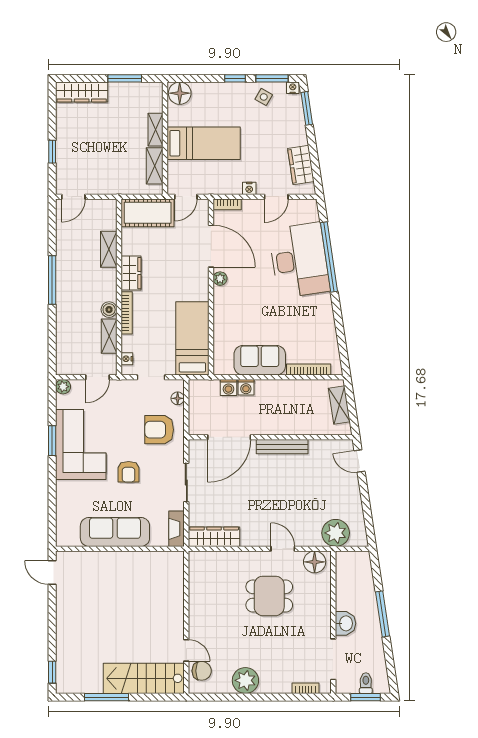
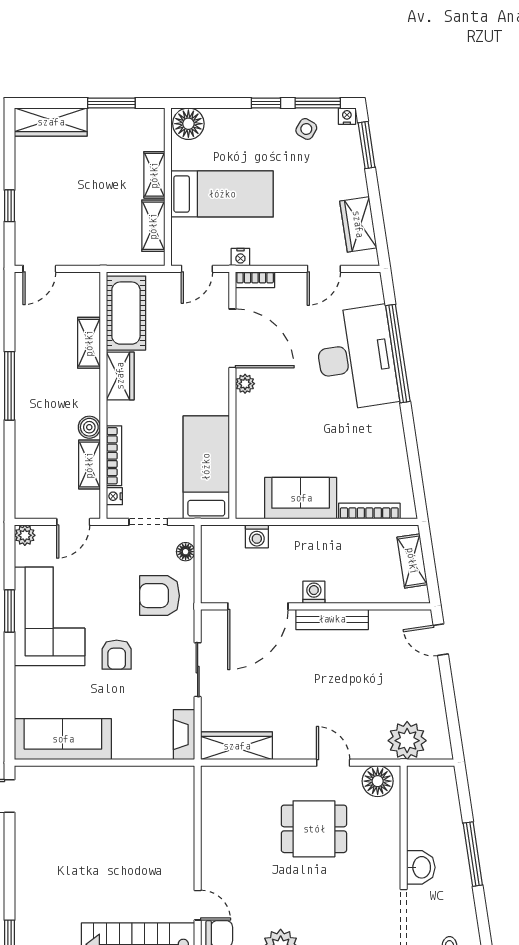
nightstand: (249, 188) -> (240, 257), moved
cot: (148, 213) -> (126, 313), moved, turned 90
bookcase: (127, 313) -> (114, 456), moved
washing machine: (246, 387) -> (314, 592), moved, turned 180
sofa: (115, 532) -> (63, 739), moved

